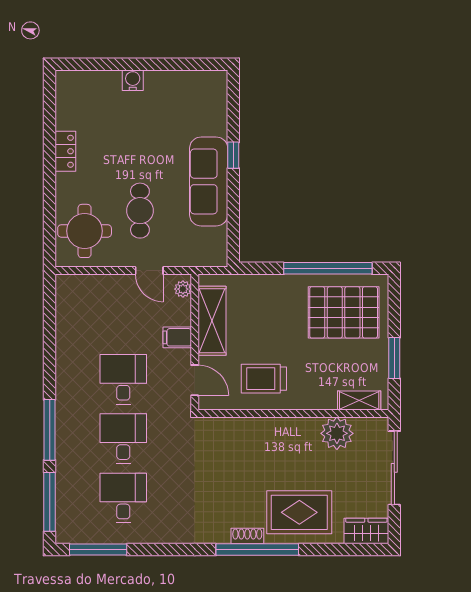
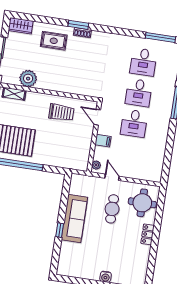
locker: (65, 151) -> (148, 234), moved
shelving: (212, 321) -> (84, 146), removed
rug: (299, 512) -> (54, 41), width x0.73, depth x0.70
window: (257, 550) -> (78, 25), width x0.47

